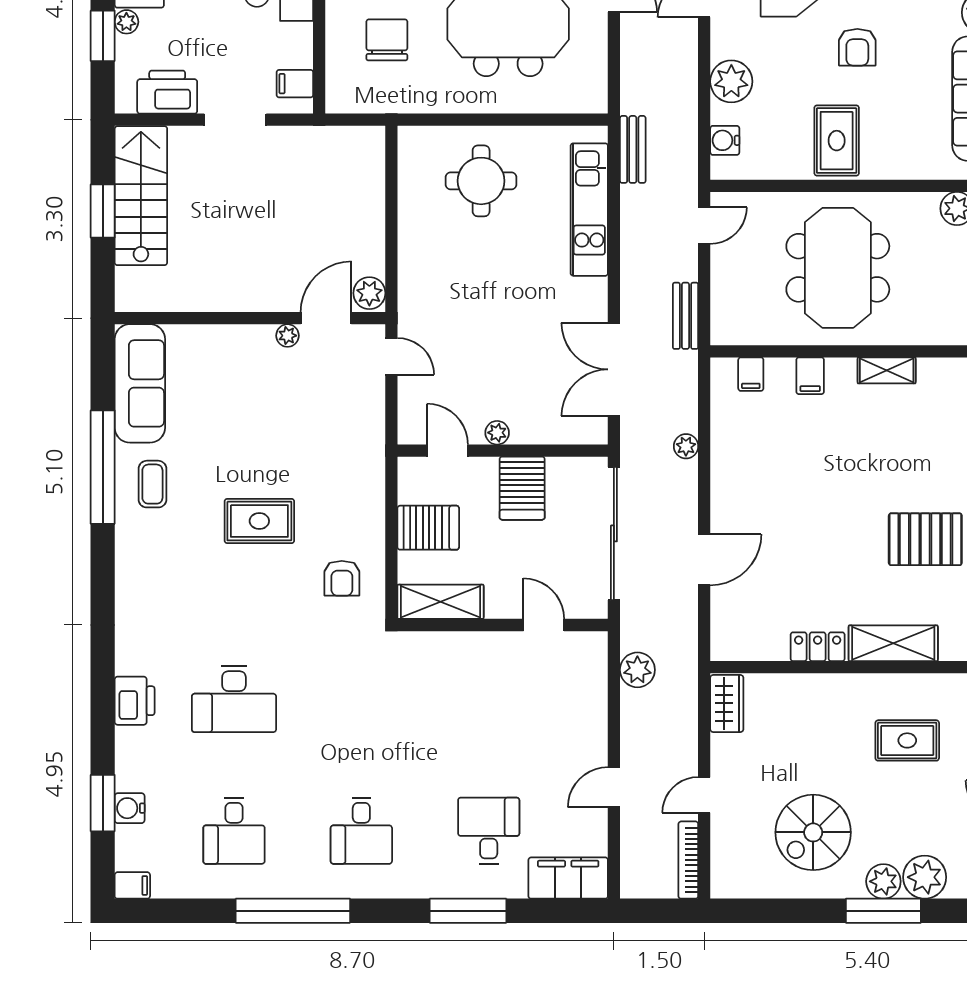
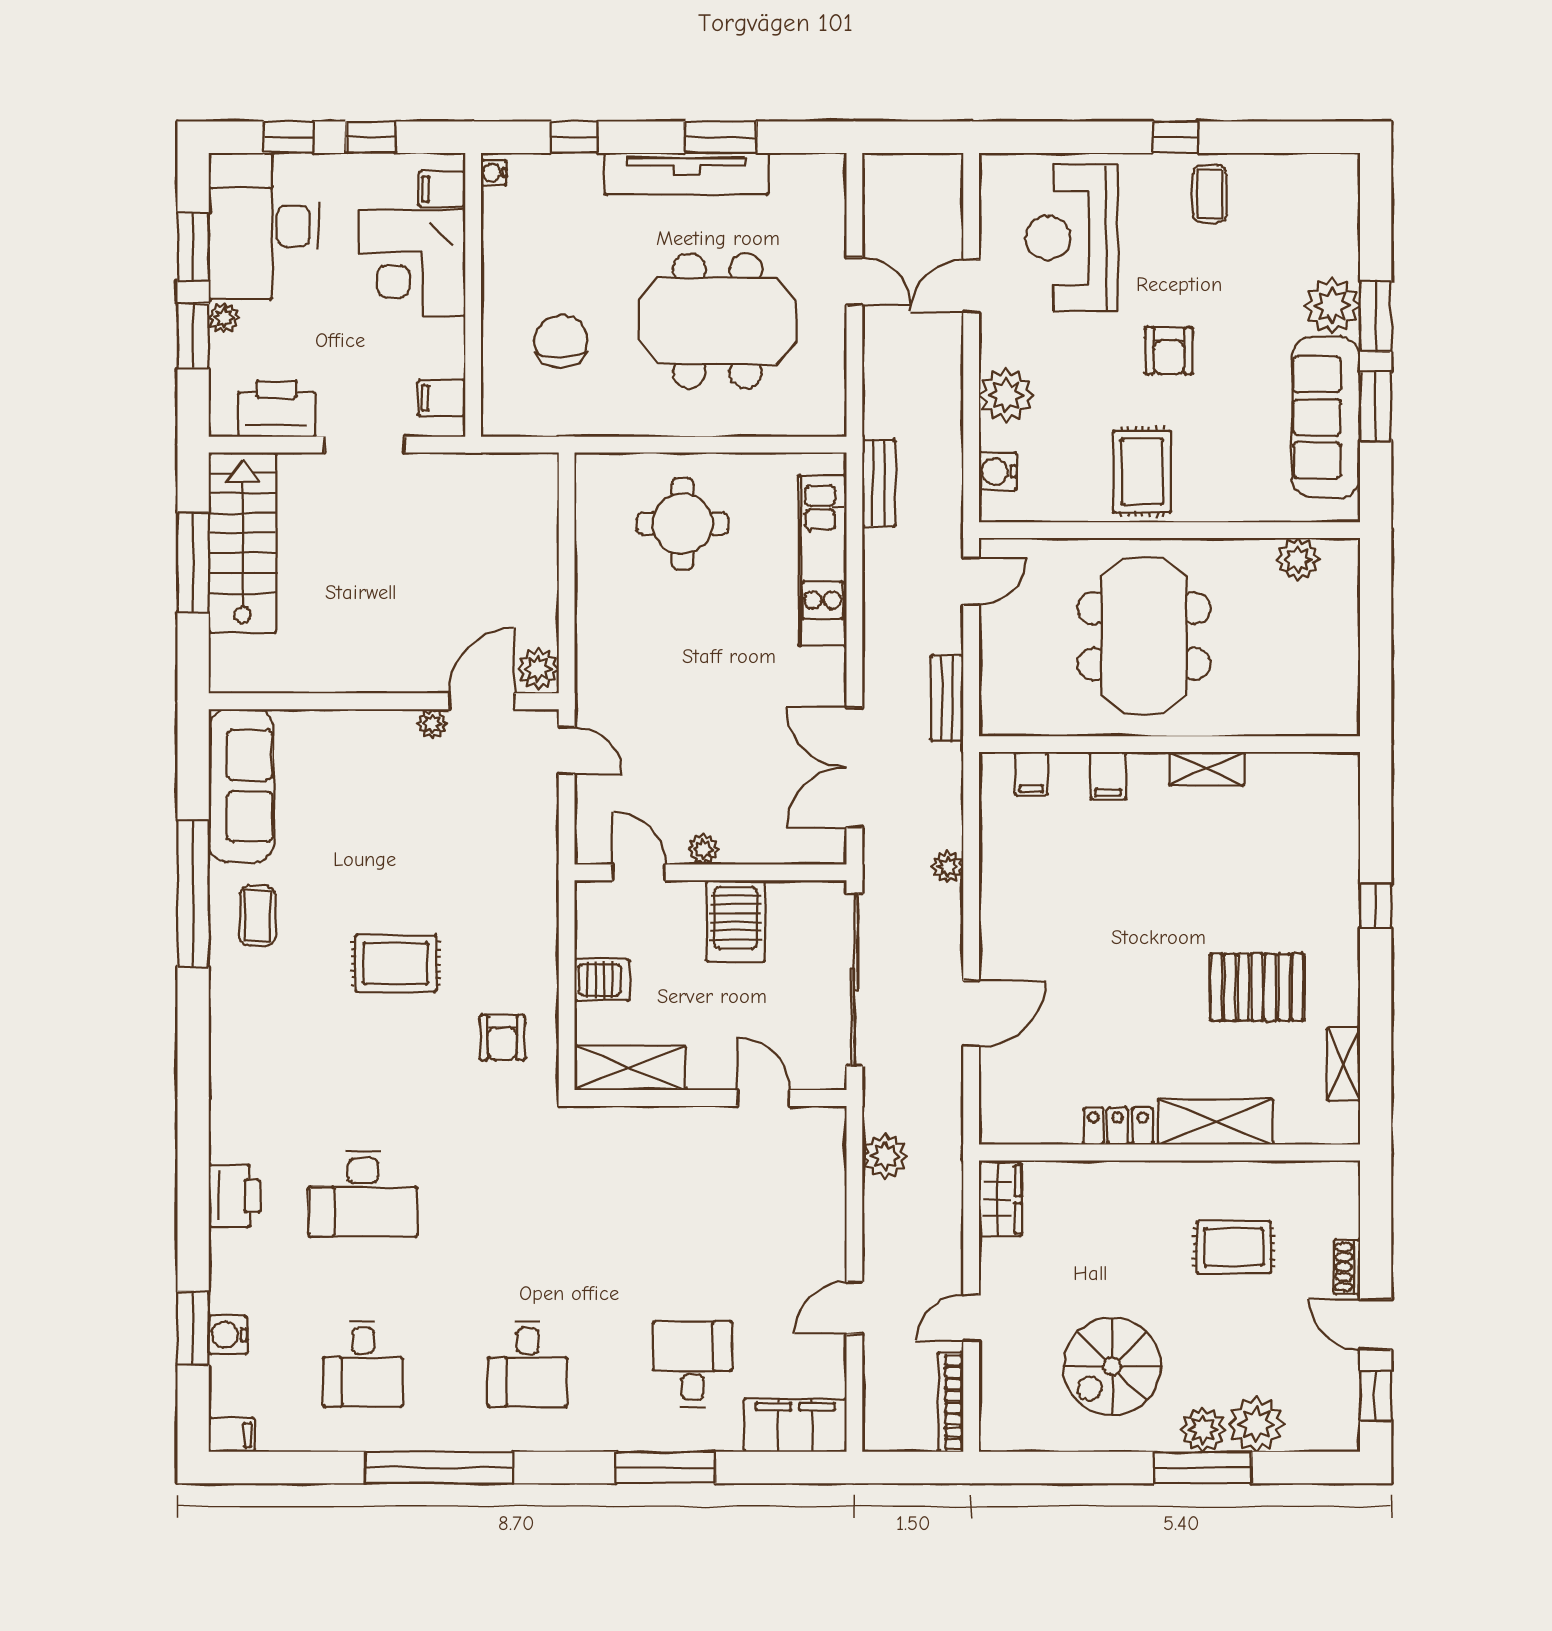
window: (103, 211) -> (193, 563), width x1.44
server rack: (428, 528) -> (602, 980), width x0.73, depth x0.70

